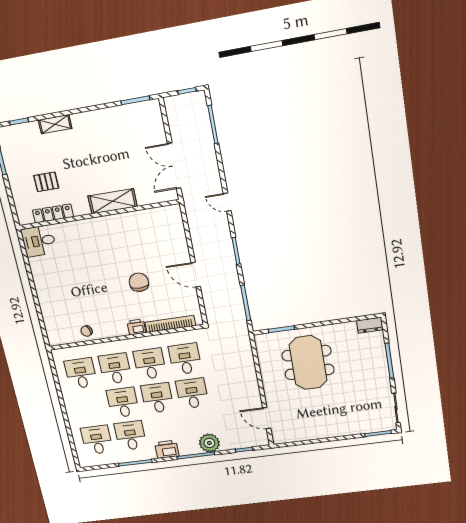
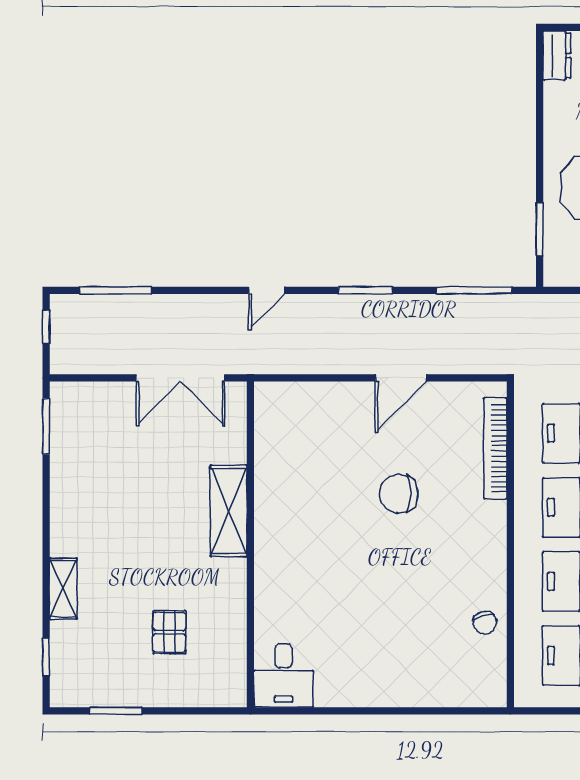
locker: (53, 214) -> (233, 634), removed
printer: (136, 327) -> (491, 518), removed

